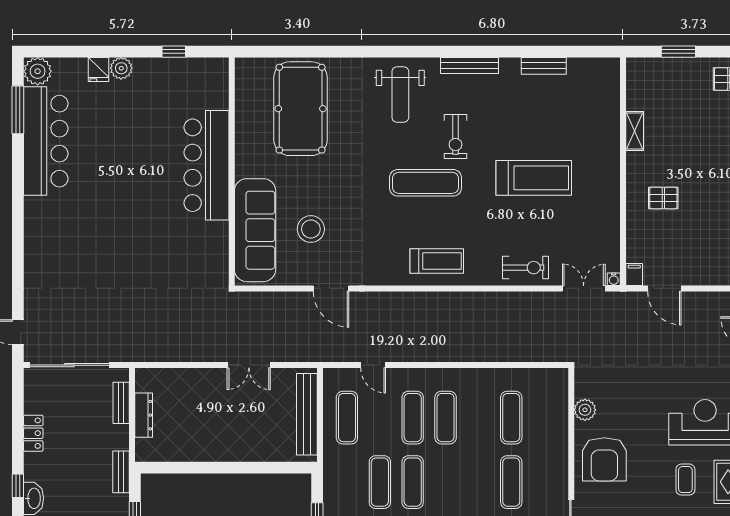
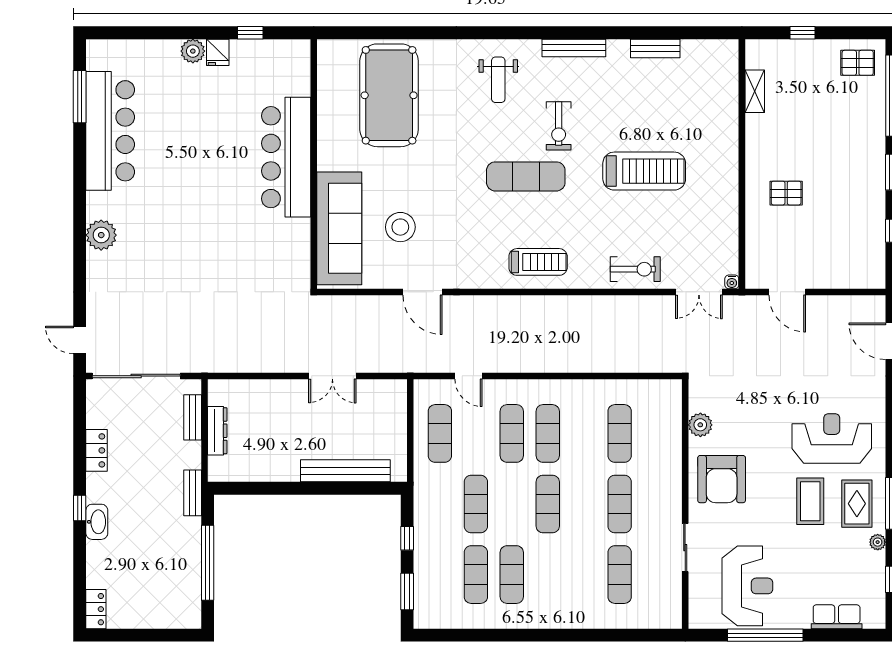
window: (678, 52) -> (802, 33), width x0.67
fridge: (99, 69) -> (218, 52), moved
plant: (38, 71) -> (101, 235), moved
weight bench: (400, 95) -> (498, 80), width x0.73, depth x0.75
shelving: (635, 131) -> (755, 91), moved
filing cabinet: (634, 274) -> (754, 277), removed
double door: (584, 288) -> (699, 292), swing flipped
bench: (307, 414) -> (345, 471), moved, turned 90
coffee table: (685, 480) -> (810, 501), width x1.36, depth x1.30
exercise mat: (413, 482) -> (548, 504), moved

